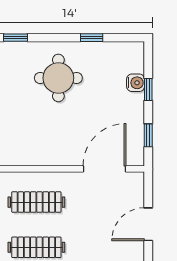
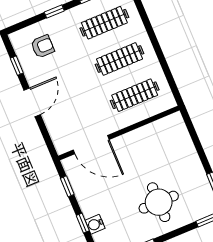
door: (104, 169) -> (91, 145), hinge flipped
door: (148, 224) -> (32, 102), moved

